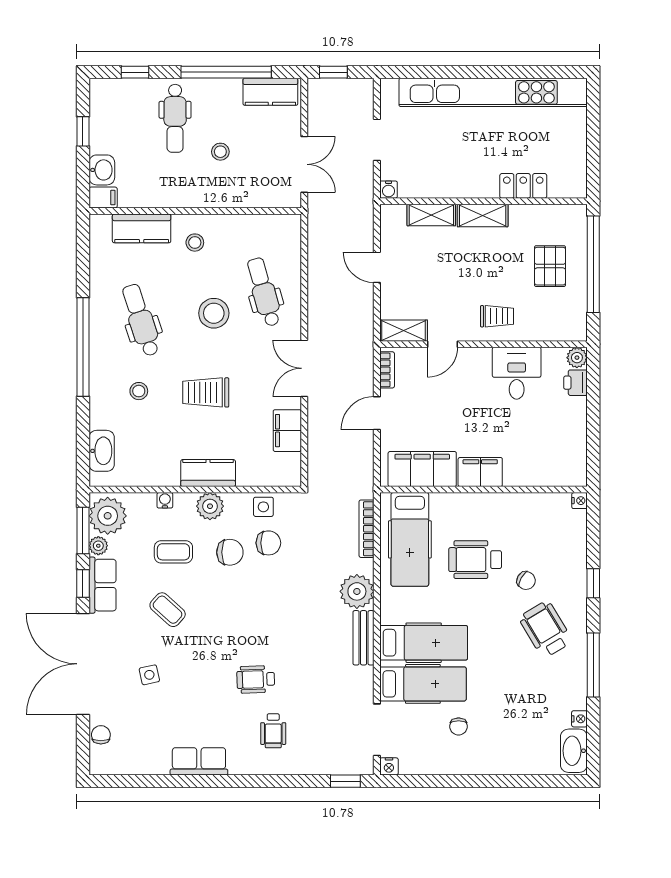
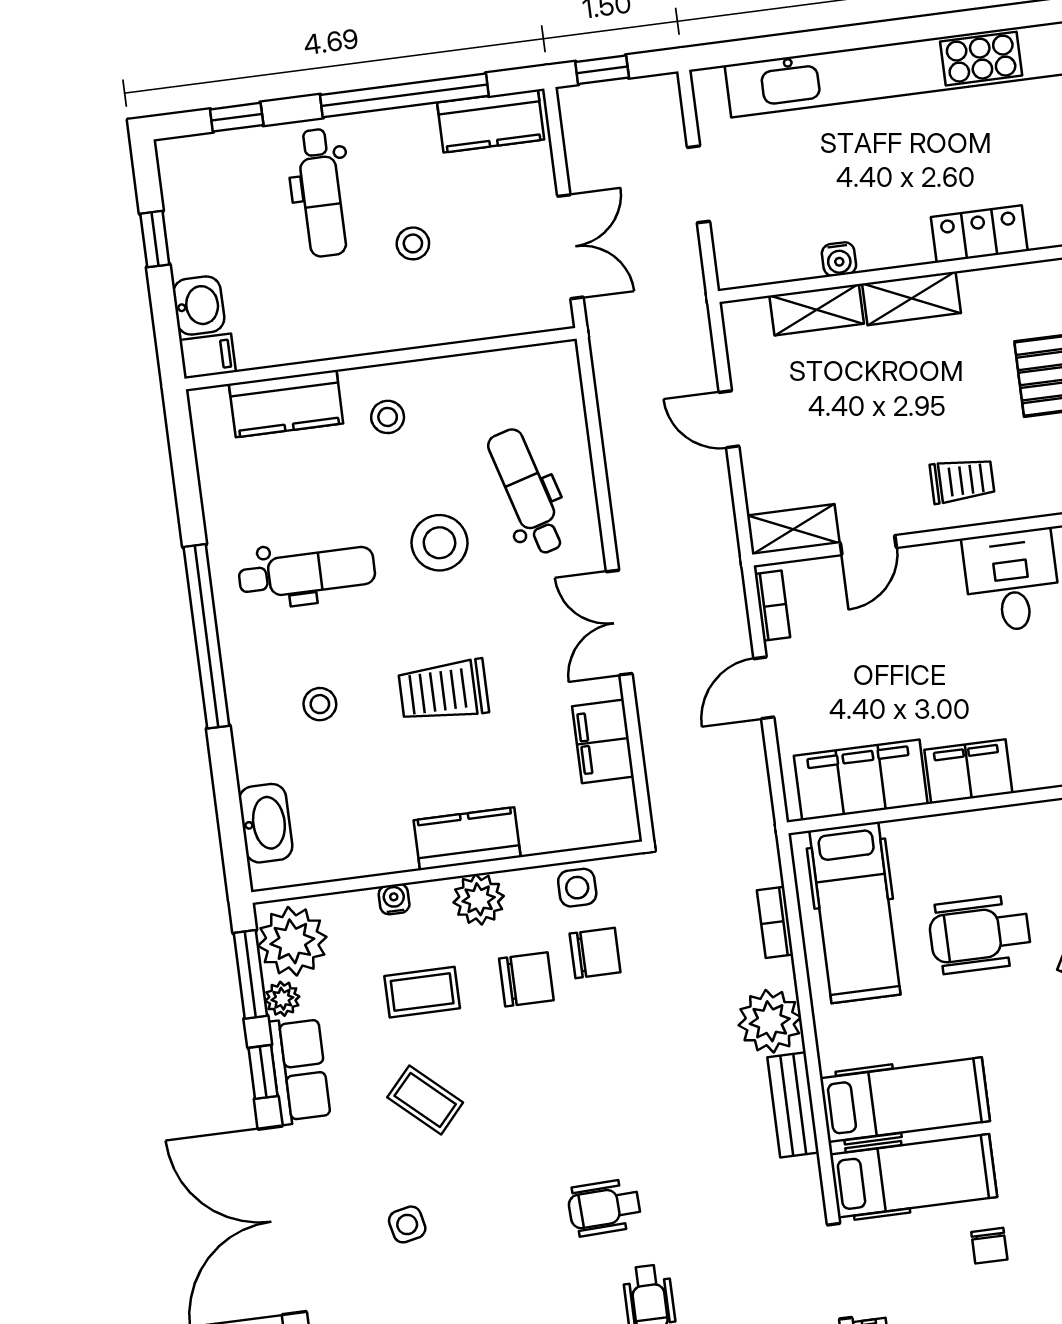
water cooler: (389, 190) -> (839, 259), moved
dental chair: (141, 320) -> (307, 573), turned 108
bookcase: (367, 529) -> (775, 922), width x0.64

